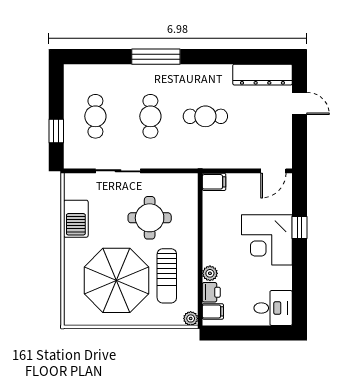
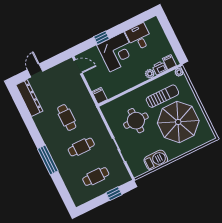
desk: (273, 308) -> (139, 37), moved

